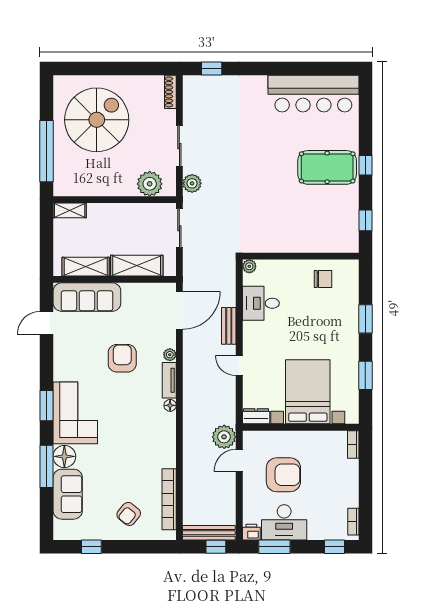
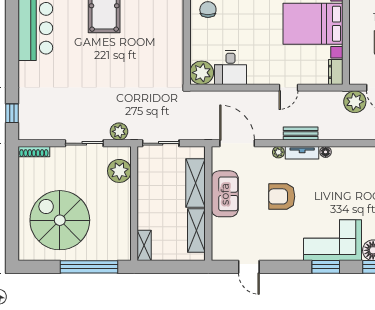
plant: (249, 266) -> (202, 73), width x1.88, depth x1.88
sofa: (87, 297) -> (225, 194), moved, width x0.73
bench: (229, 326) -> (301, 134), moved

